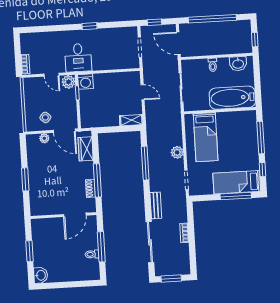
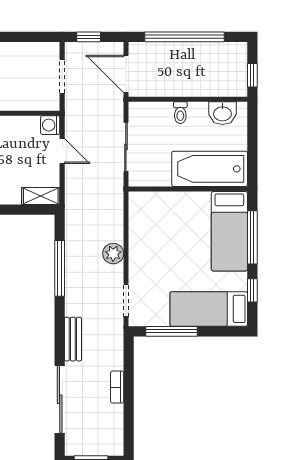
washing machine: (134, 77) -> (50, 125), added
bed: (206, 137) -> (229, 231), moved
window: (236, 196) -> (171, 331), moved

